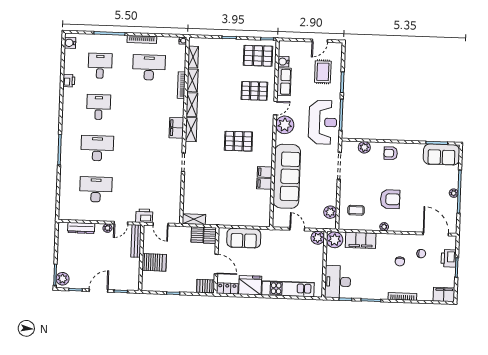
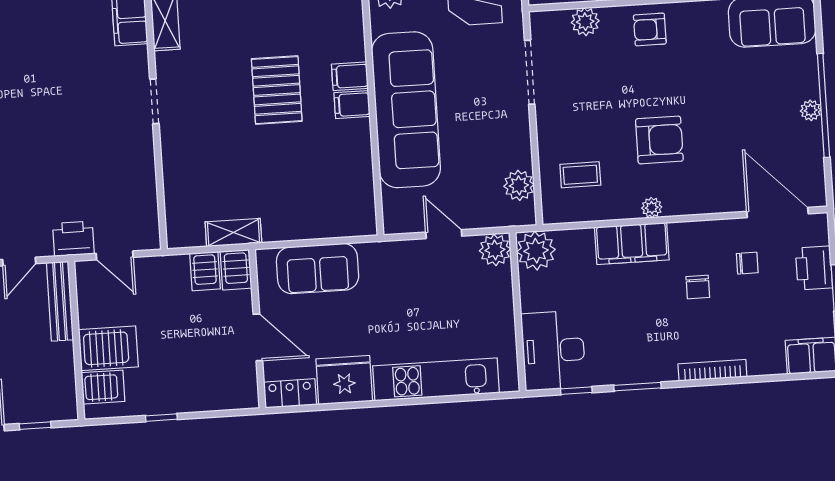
pallet: (238, 141) -> (277, 90), moved, turned 90
filing cabinet: (264, 184) -> (350, 76), moved
shelving: (194, 219) -> (233, 232), moved
filing cabinet: (361, 240) -> (632, 243), moved
server rack: (206, 286) -> (103, 387), moved, turned 180

